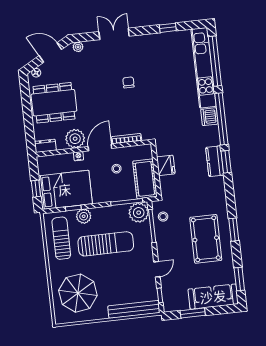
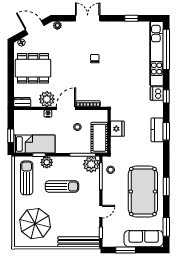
window: (221, 119) -> (166, 96), width x0.32
bed: (65, 190) -> (34, 144), width x0.67
pool table: (206, 239) -> (143, 192), width x1.36, depth x1.32
sun lounger: (106, 244) -> (62, 187), width x0.73, depth x0.75

